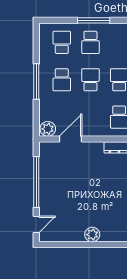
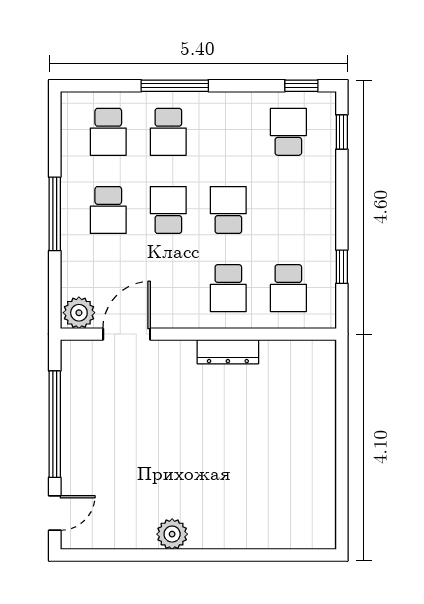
school desk: (62, 42) -> (108, 132), turned 180

